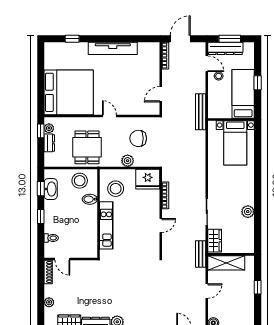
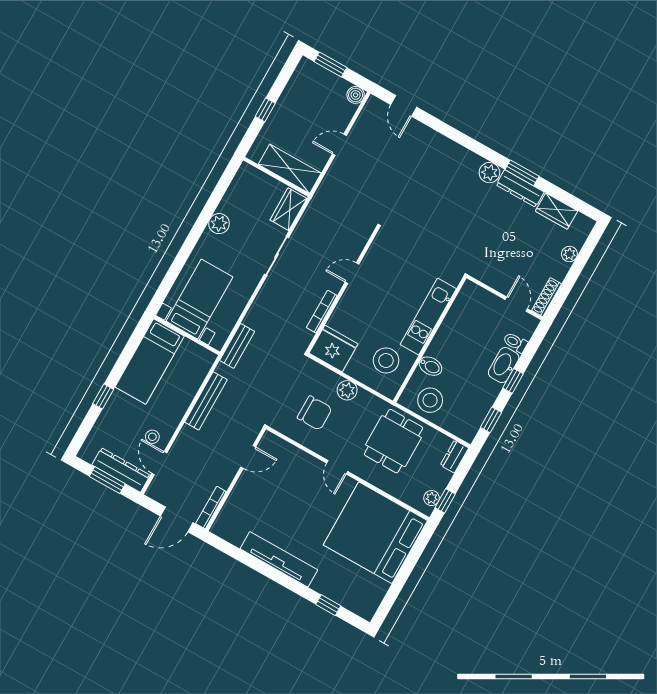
bed: (243, 94) -> (150, 361), moved
wall: (231, 119) -> (187, 335), moved
dresser: (49, 143) -> (454, 456), moved
bed with nightstands: (235, 143) -> (199, 299), moved
washbasin: (51, 189) -> (504, 365), moved
bench: (201, 254) -> (237, 346), moved

